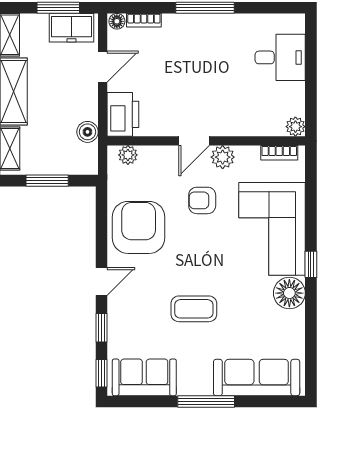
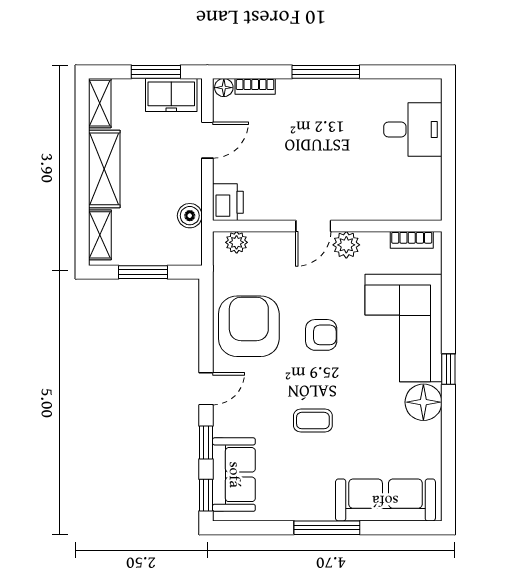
printer: (123, 114) -> (228, 202), width x0.73, depth x0.84
plant: (295, 127) -> (431, 209), removed
armchair: (202, 200) -> (321, 335), moved, turned 180
coffee table: (194, 309) -> (313, 421), width x0.73, depth x0.77
sofa: (144, 377) -> (234, 475), moved, turned 90

